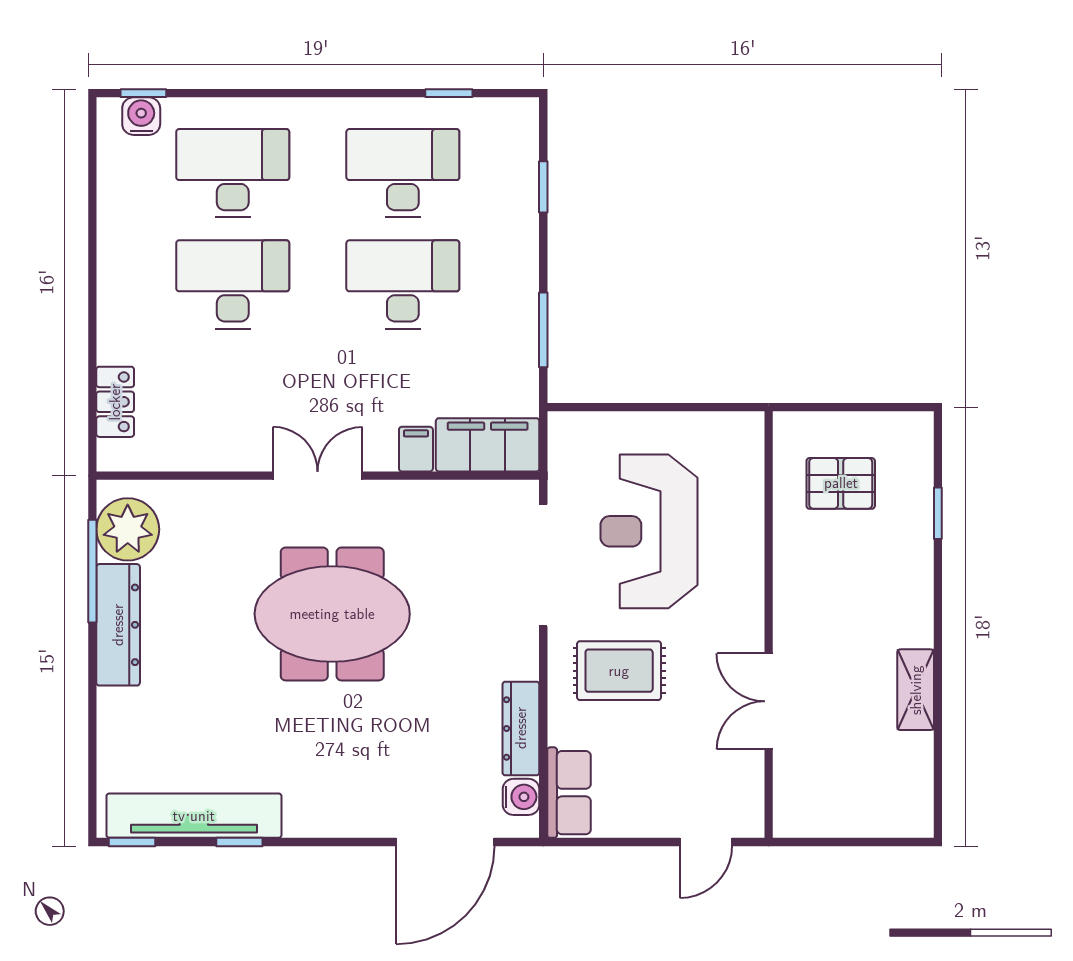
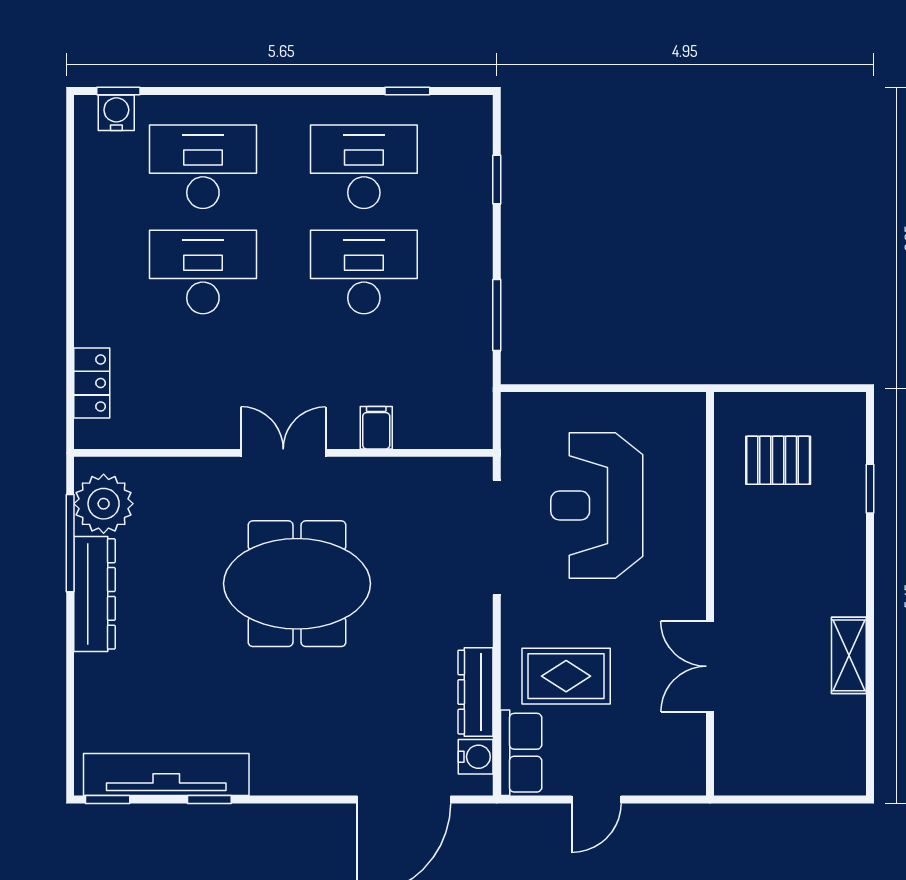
filing cabinet: (488, 445) -> (444, 424), removed
rug: (619, 671) -> (566, 676), moved
door: (706, 842) -> (596, 799), moved

